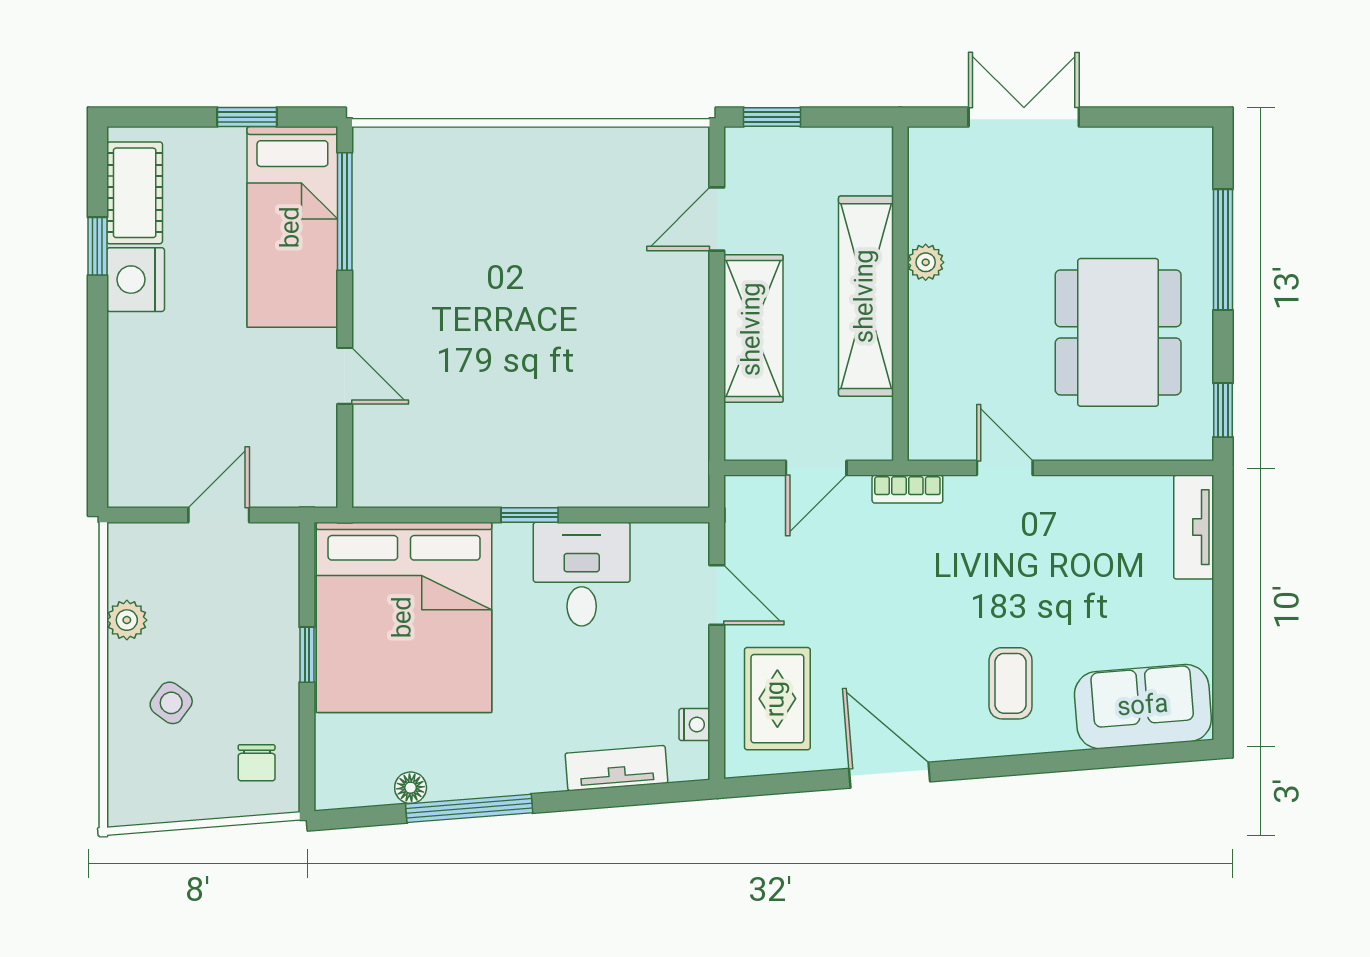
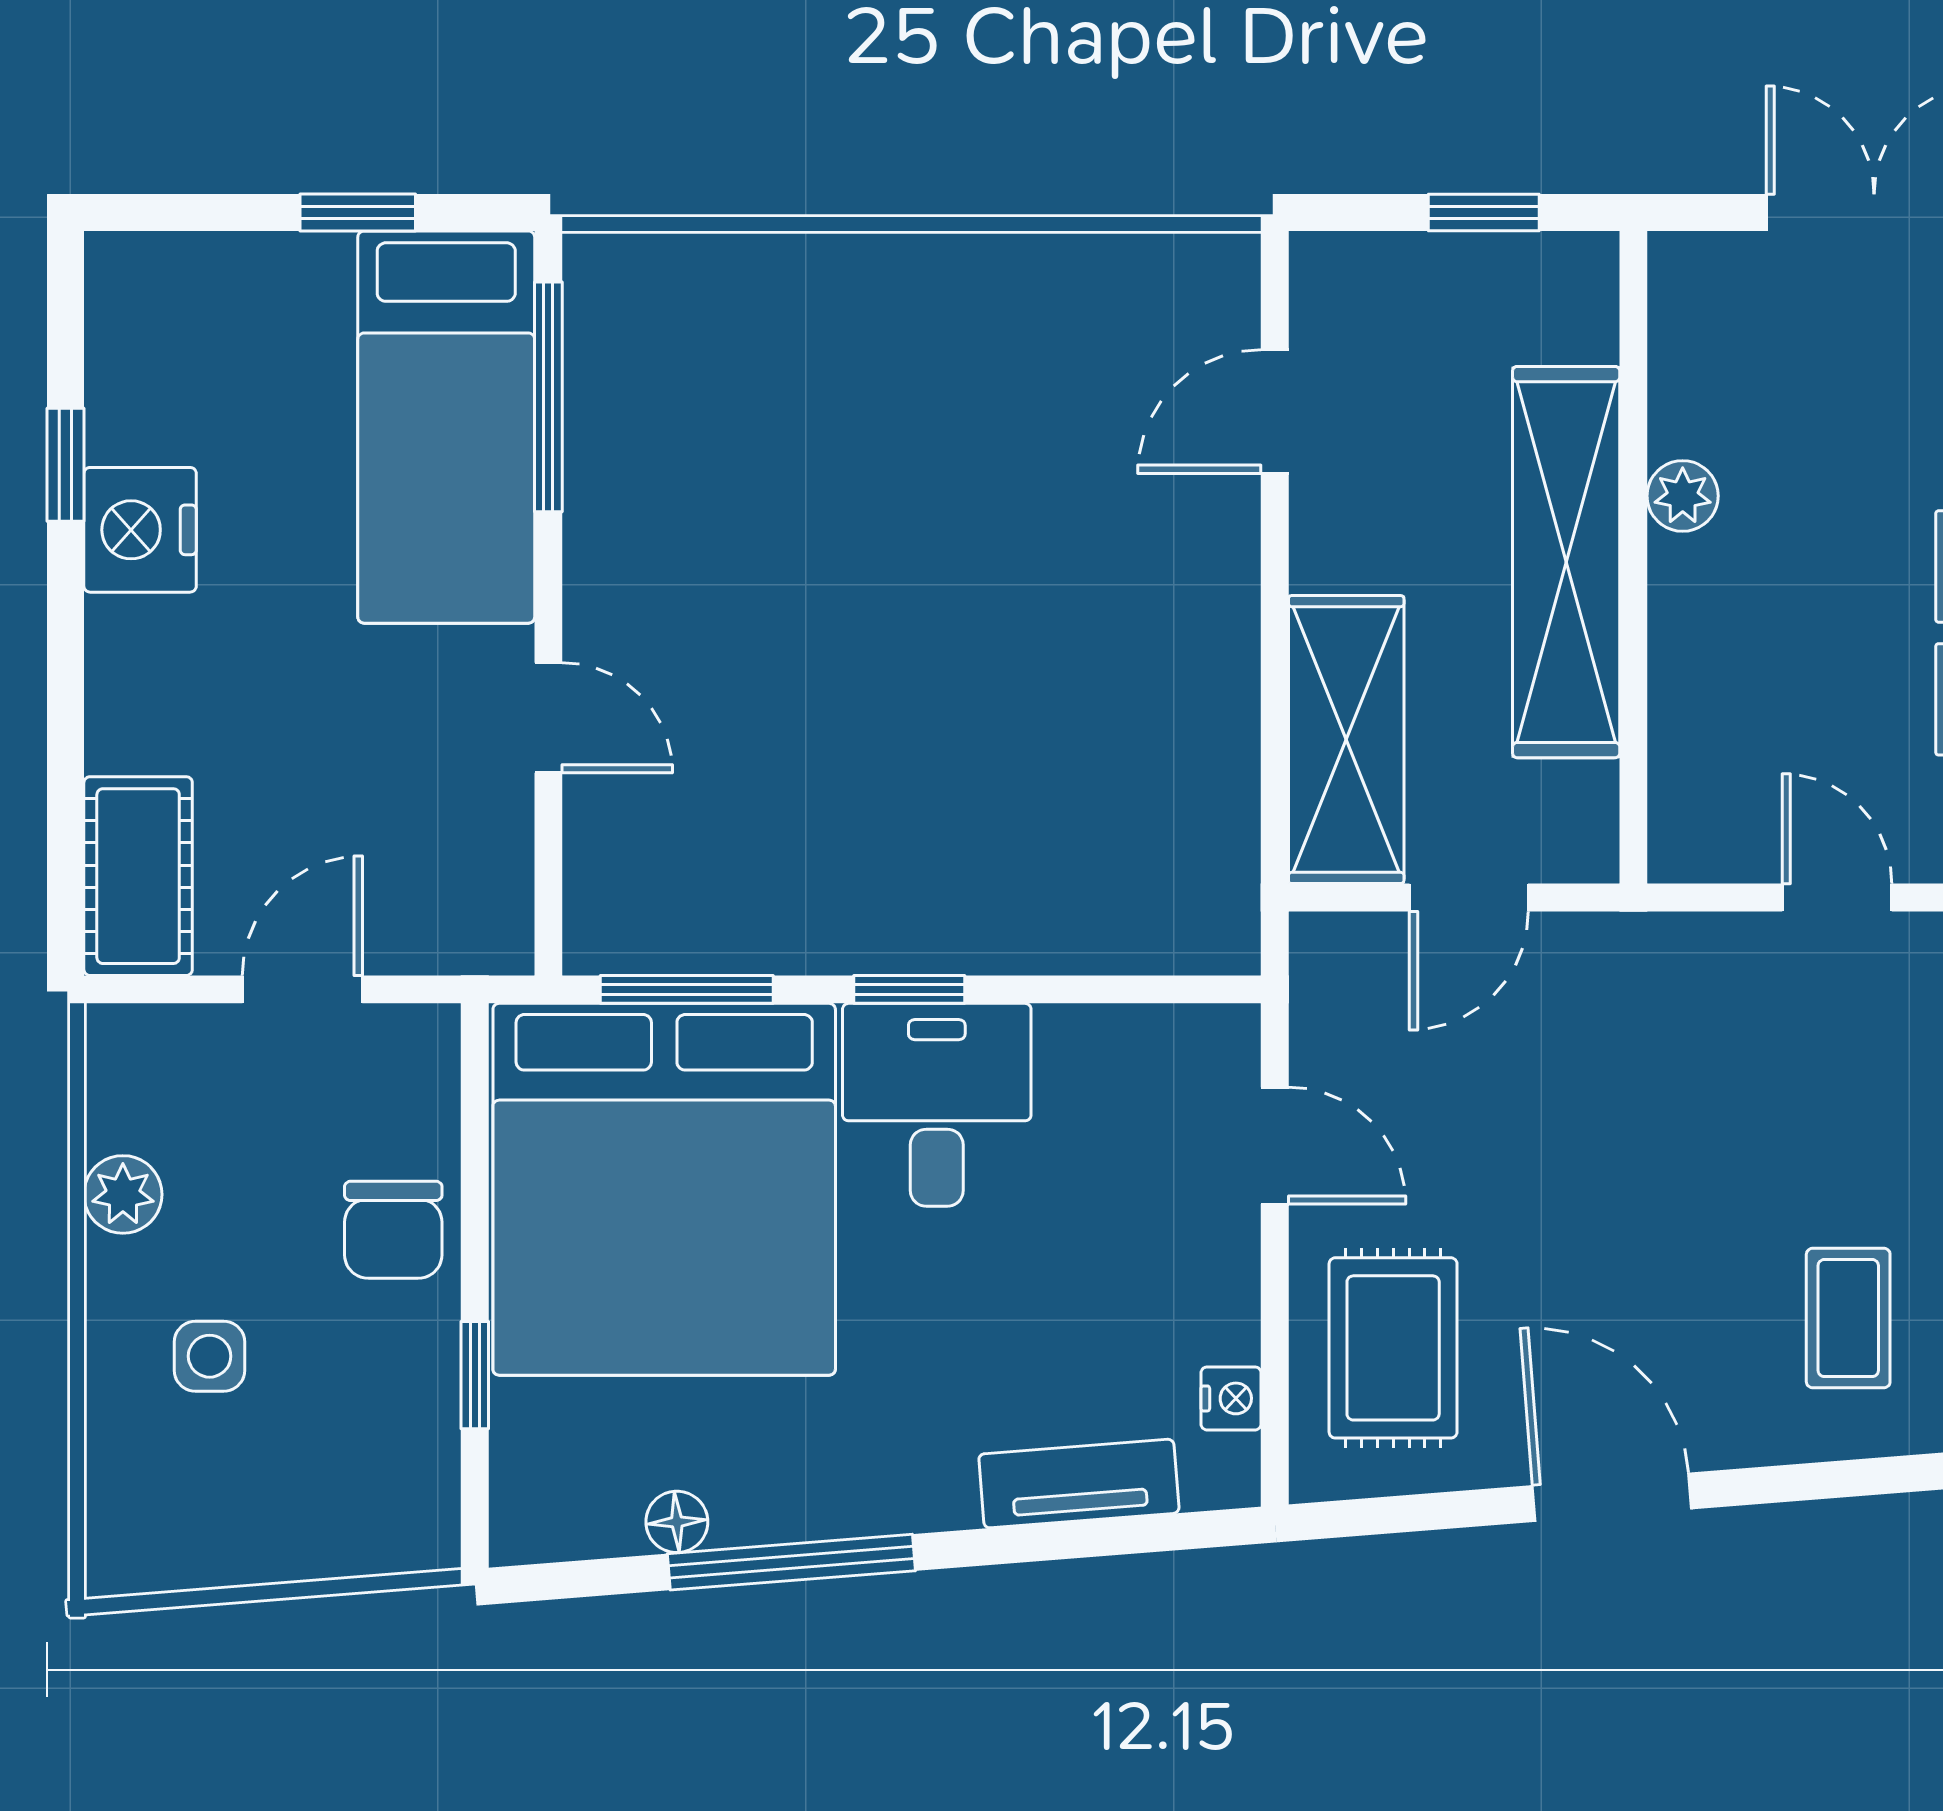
window: (772, 117) -> (1484, 212), moved
cot: (135, 193) -> (138, 876), moved
shelving: (753, 329) -> (1346, 740), moved
bookcase: (907, 489) -> (1647, 939), removed
window: (416, 515) -> (687, 989), added
desk: (582, 574) -> (937, 1105), moved
window: (307, 655) -> (475, 1375), moved
side table: (171, 703) -> (210, 1356), turned -36
chair: (257, 763) -> (393, 1230), moved, width x1.37, depth x1.37

